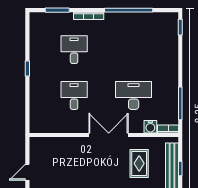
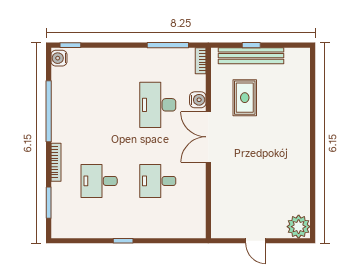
water cooler: (170, 18) -> (59, 58), added
water cooler: (150, 127) -> (198, 100), moved
rug: (139, 163) -> (245, 98), turned 90

